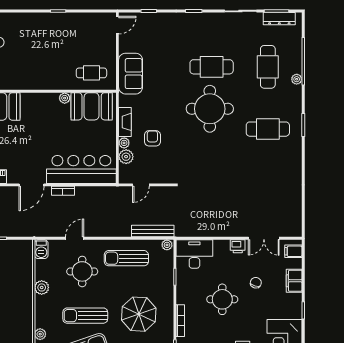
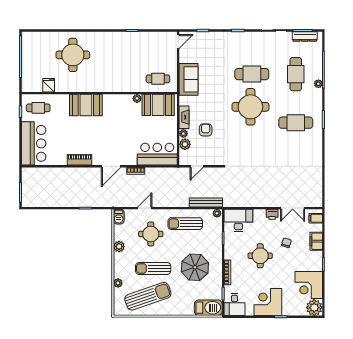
bar counter: (81, 169) -> (157, 154), width x0.73

